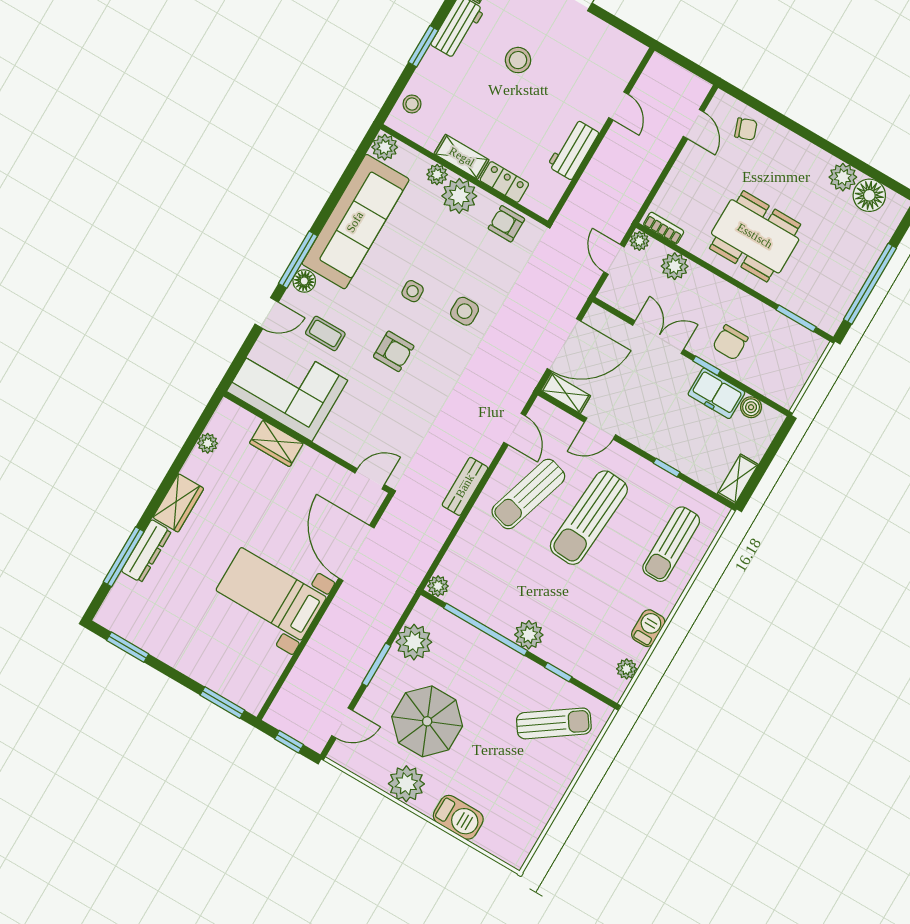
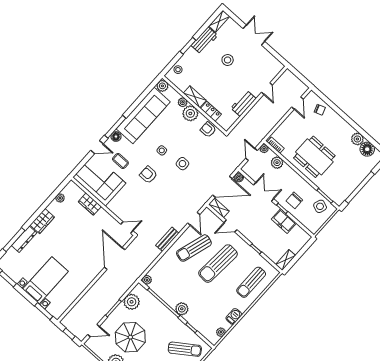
side table: (790, 344) -> (320, 206), added
armchair: (394, 351) -> (148, 175), turned 180
boiler: (751, 407) -> (239, 177), moved
bed with nightstands: (271, 594) -> (45, 280), moved, turned 90

